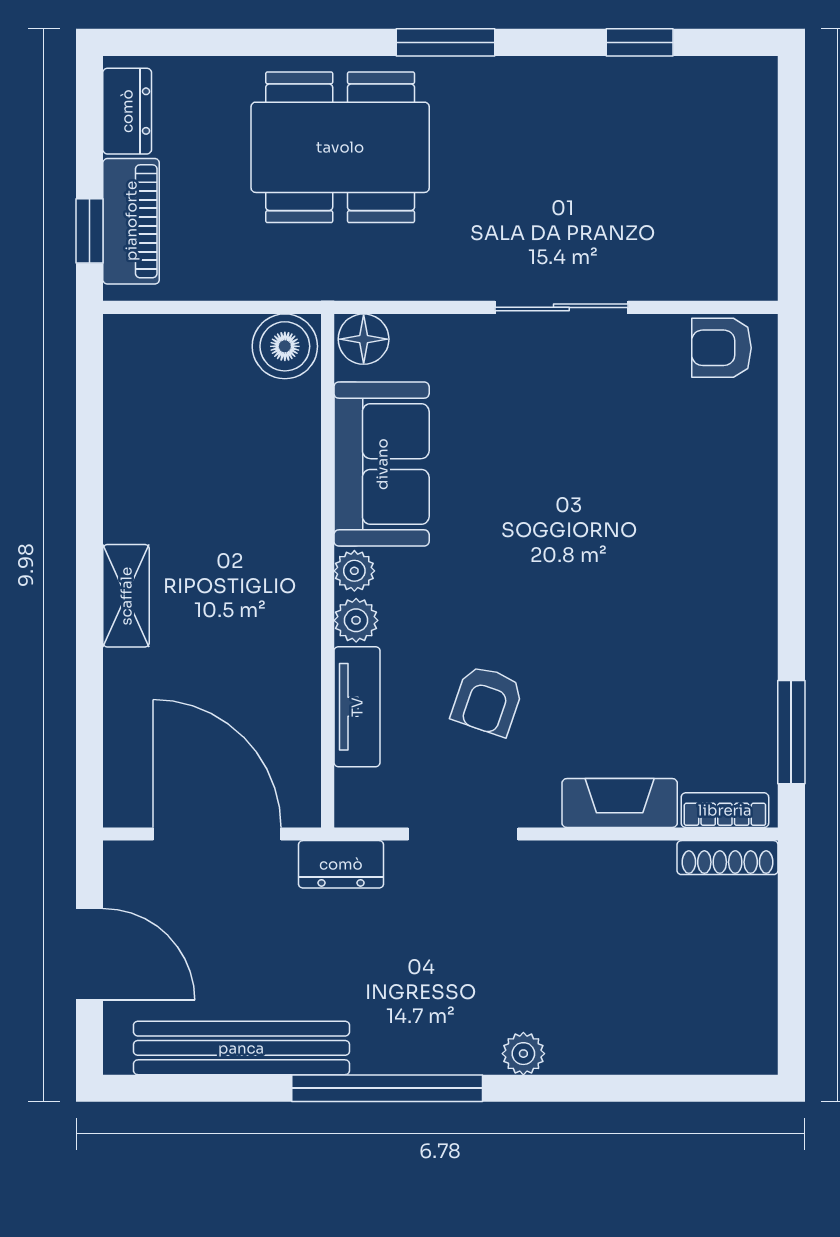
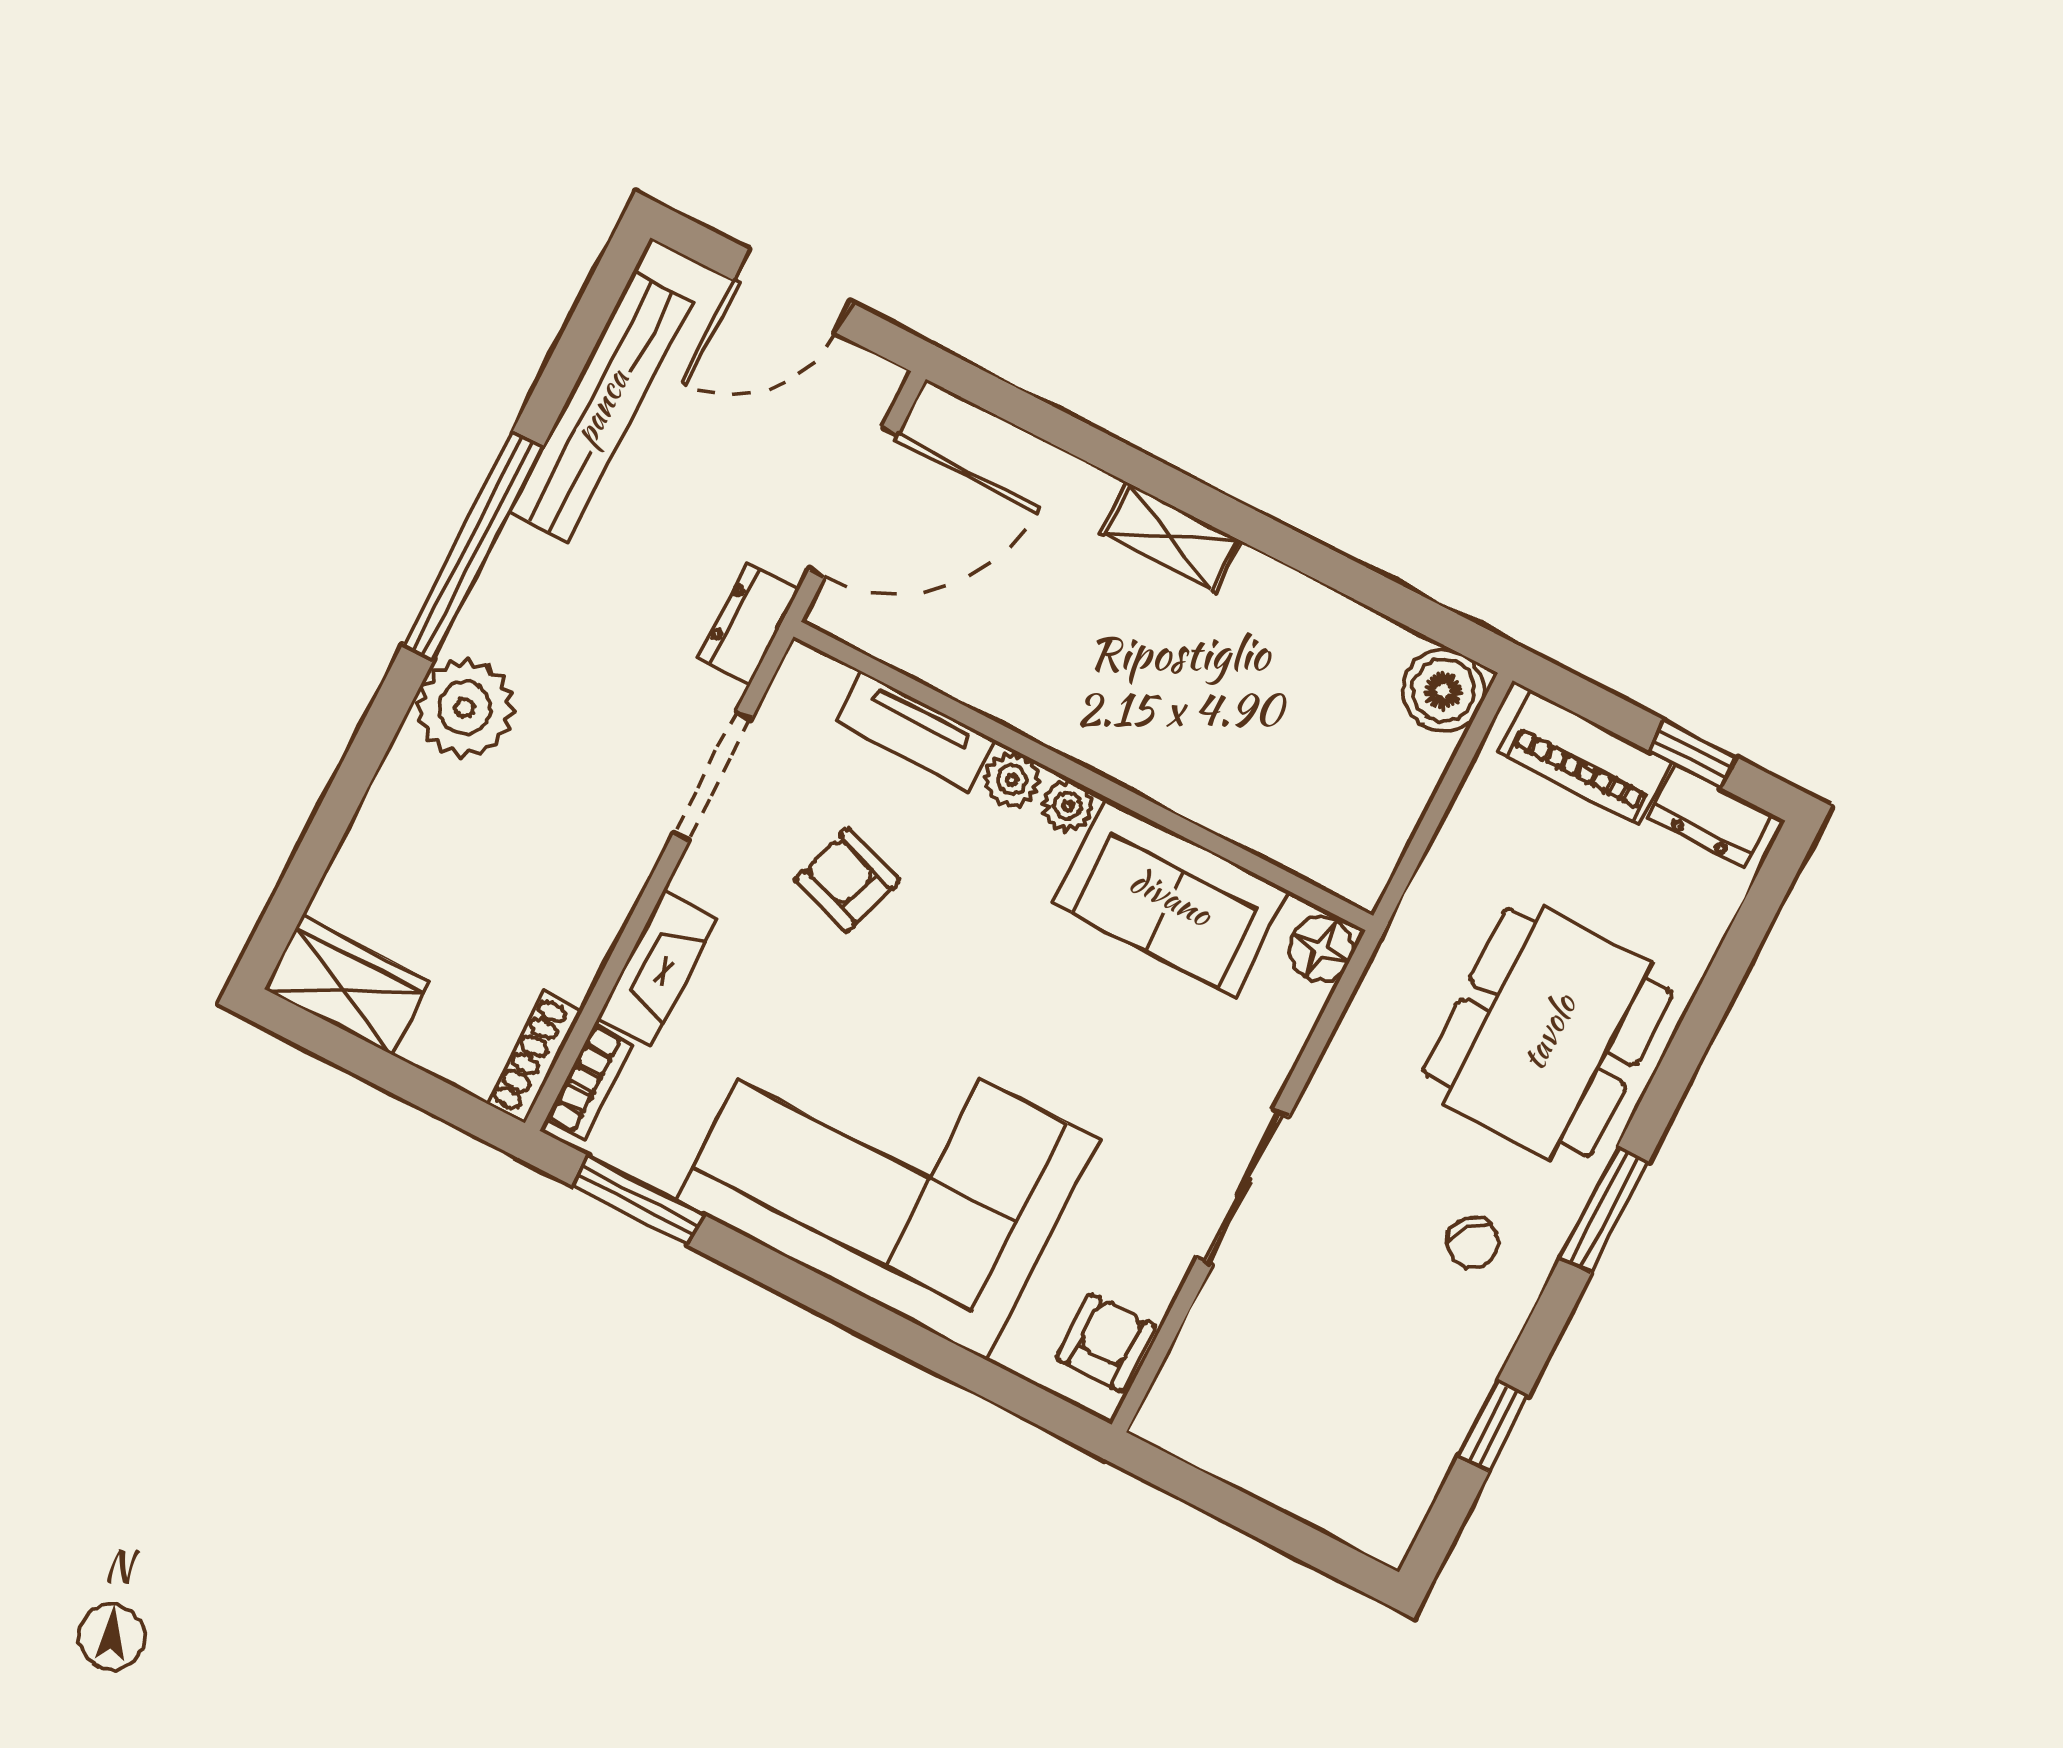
chair: (516, 124) -> (1473, 1242), added
window: (90, 231) -> (1693, 754), moved
boiler: (285, 346) -> (1443, 691), moved
corner sofa: (679, 566) -> (887, 1170), added
wardrobe: (745, 1018) -> (346, 985), added
plant: (523, 1054) -> (465, 708), width x1.88, depth x1.88

